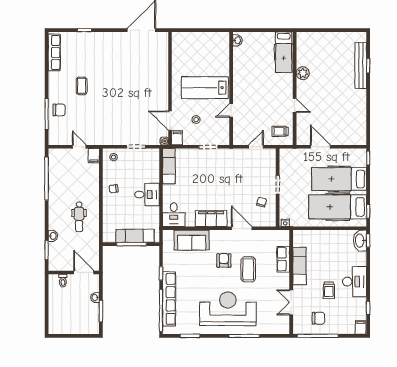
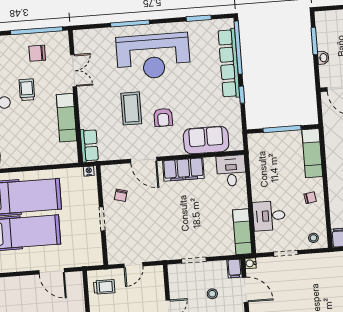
desk: (147, 195) -> (269, 216), moved
exam couch: (135, 236) -> (312, 153), moved, turned 90
row of seats: (283, 259) -> (89, 145), moved

